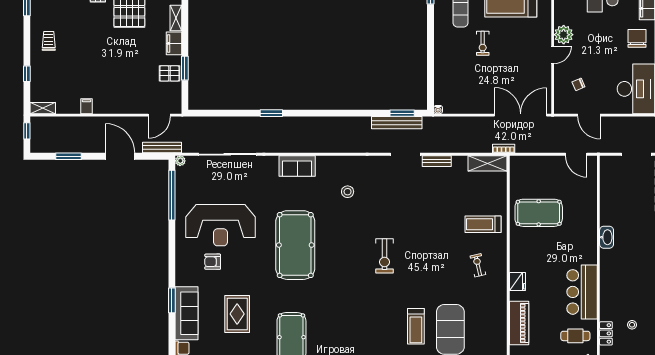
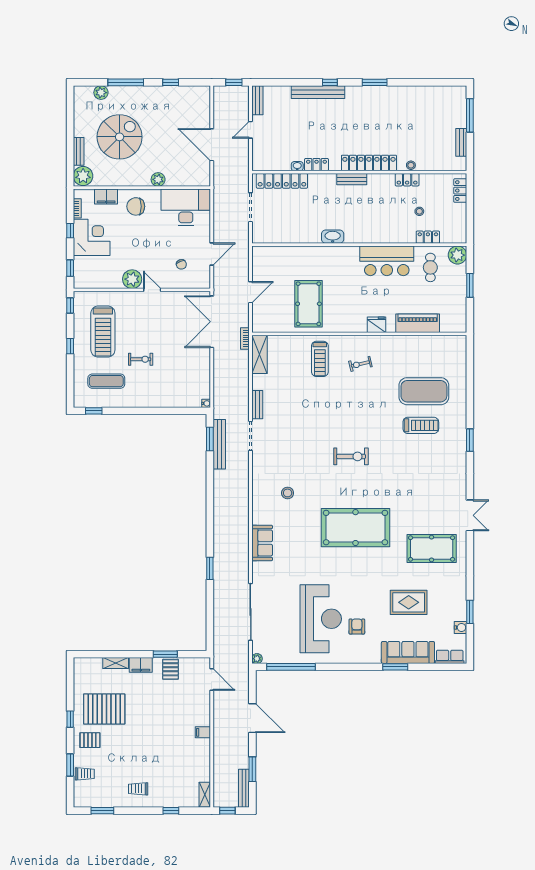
filing cabinet: (86, 106) -> (203, 732), moved
bench: (162, 148) -> (244, 788), moved
door: (576, 154) -> (251, 292), moved
door: (120, 156) -> (252, 718), swing flipped
pool table: (295, 245) -> (356, 528), moved
armchair: (213, 262) -> (357, 627), turned 180

